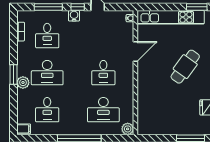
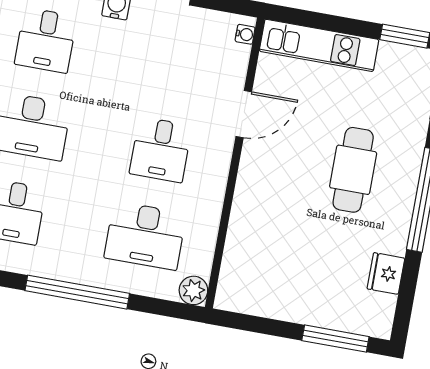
kitchen unit: (171, 17) -> (319, 45), width x0.73
cafe table: (185, 67) -> (353, 170), turned -36

